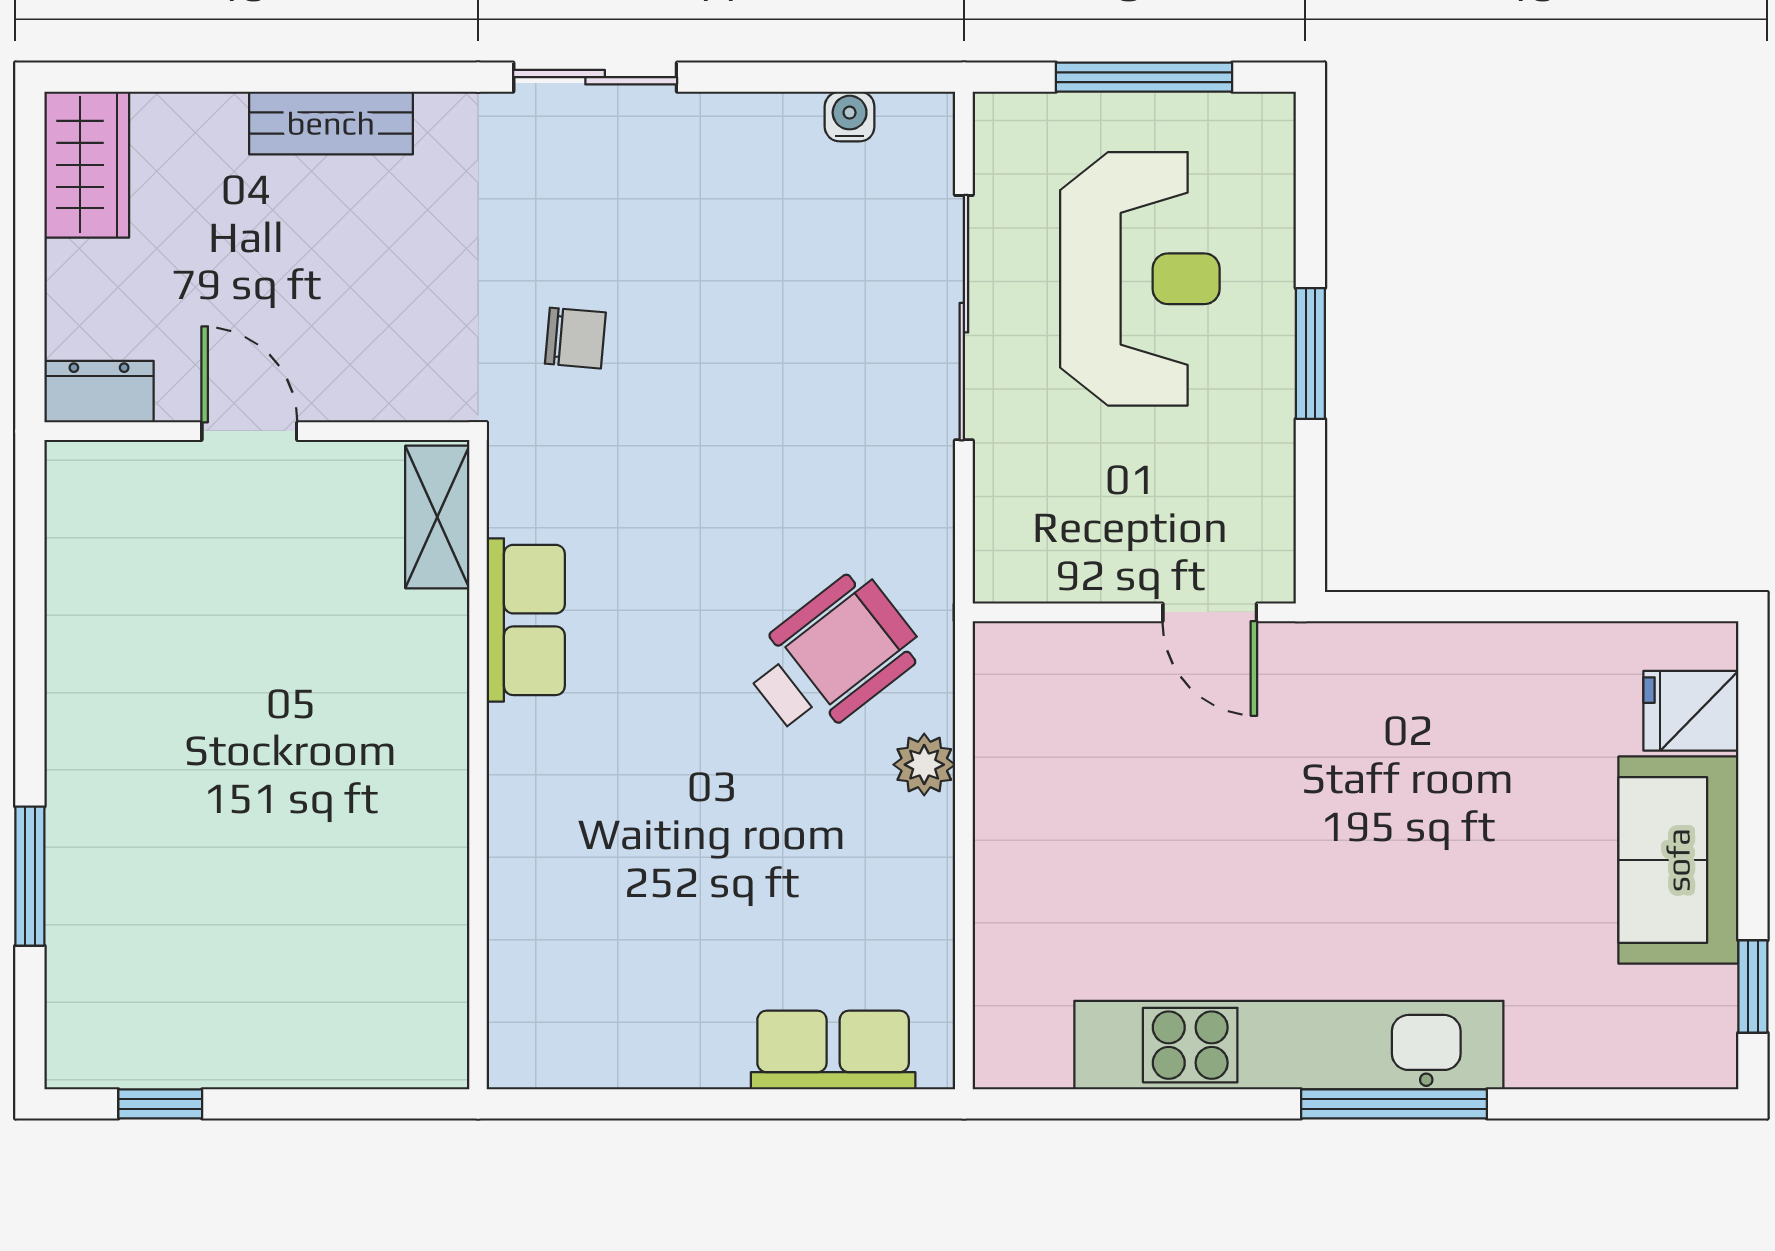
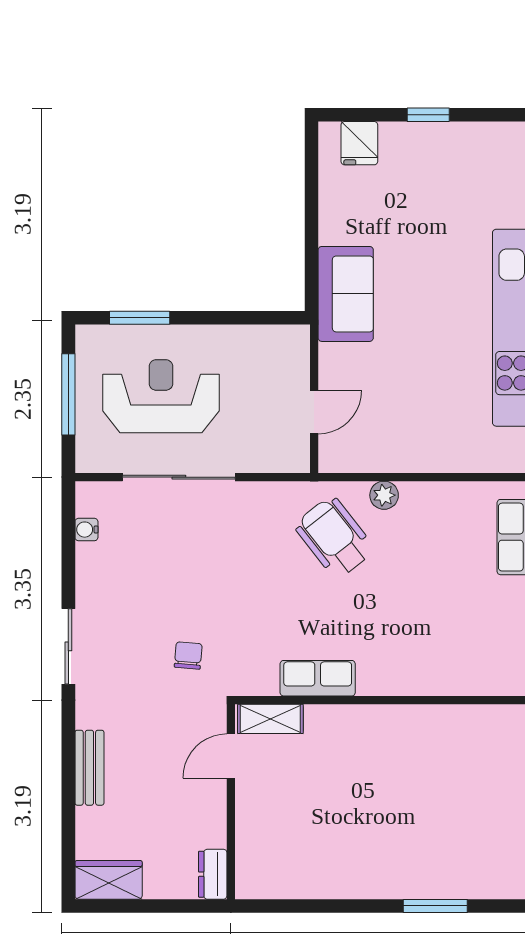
window: (1310, 354) -> (140, 318), moved
door: (249, 431) -> (231, 756), moved
door: (1210, 612) -> (314, 412), moved
sofa: (1678, 860) -> (346, 294), moved, turned -90
window: (1753, 987) -> (428, 115), moved

